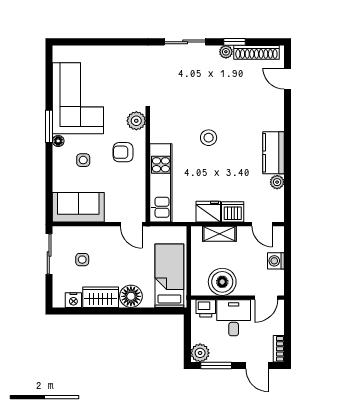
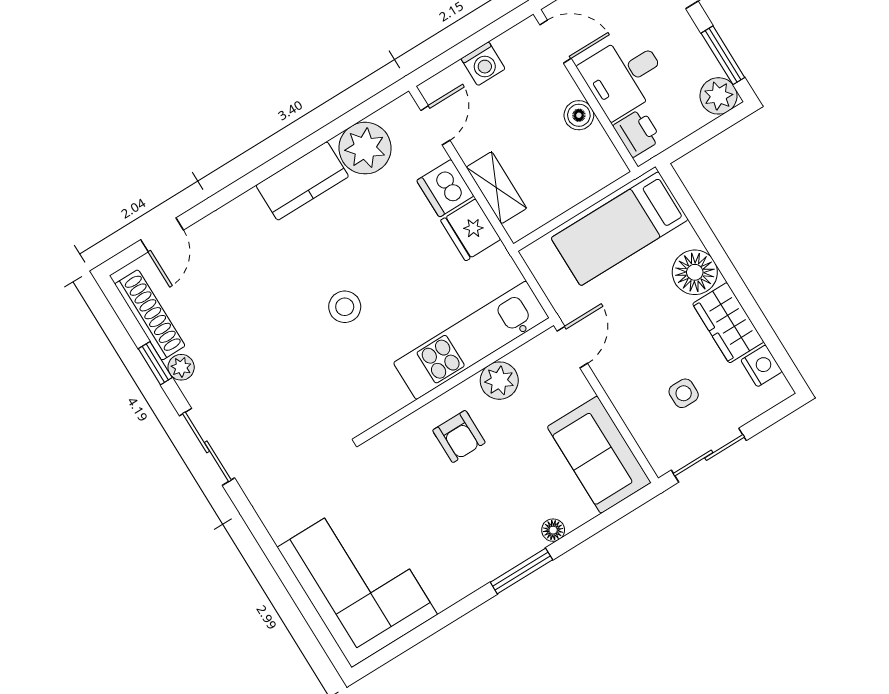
corner sofa: (78, 98) -> (357, 581), moved, turned 90
plant: (136, 121) -> (499, 381), moved
window: (49, 126) -> (521, 571), moved
floor lamp: (58, 141) -> (553, 530), moved
side table: (83, 160) -> (514, 496), removed
plant: (277, 182) -> (365, 148), width x1.88, depth x1.88
boiler: (222, 282) -> (579, 115), width x0.54, depth x0.54

